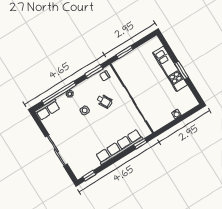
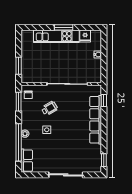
fridge: (185, 93) -> (85, 36), added

